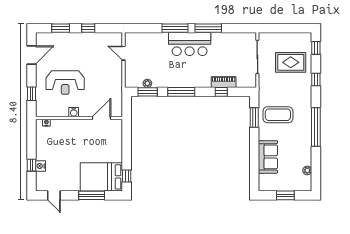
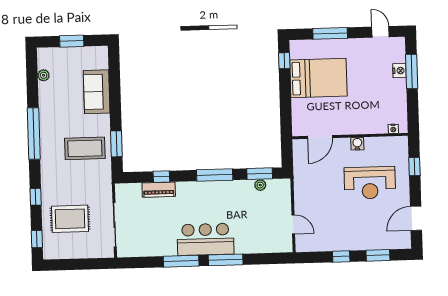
reception desk: (65, 83) -> (370, 183), turned 180
window: (31, 165) -> (412, 71), width x2.17
bed: (101, 177) -> (318, 78), moved

